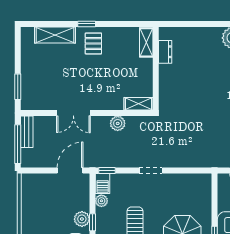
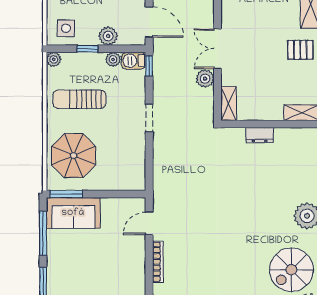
dresser: (165, 52) -> (260, 135), moved
double door: (73, 113) -> (218, 49), moved
plant: (82, 219) -> (108, 36), moved

